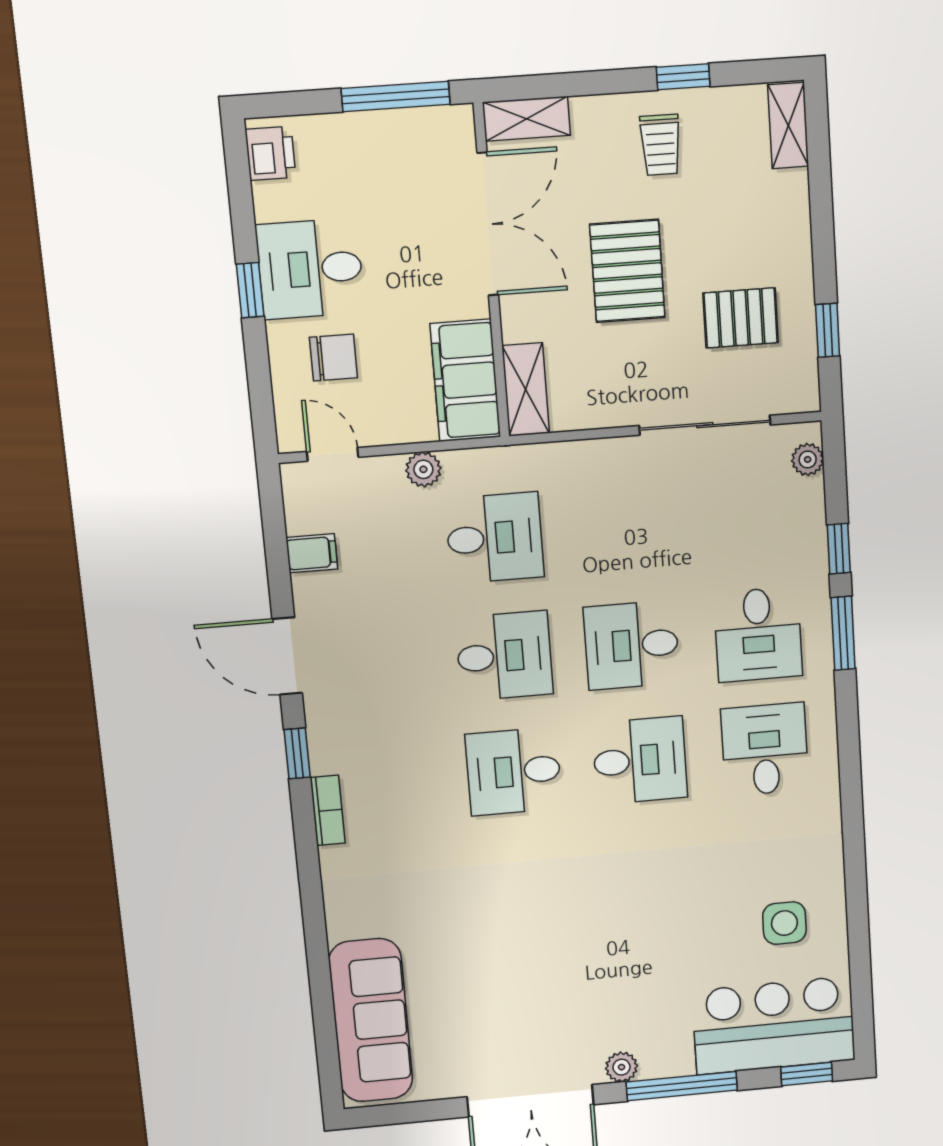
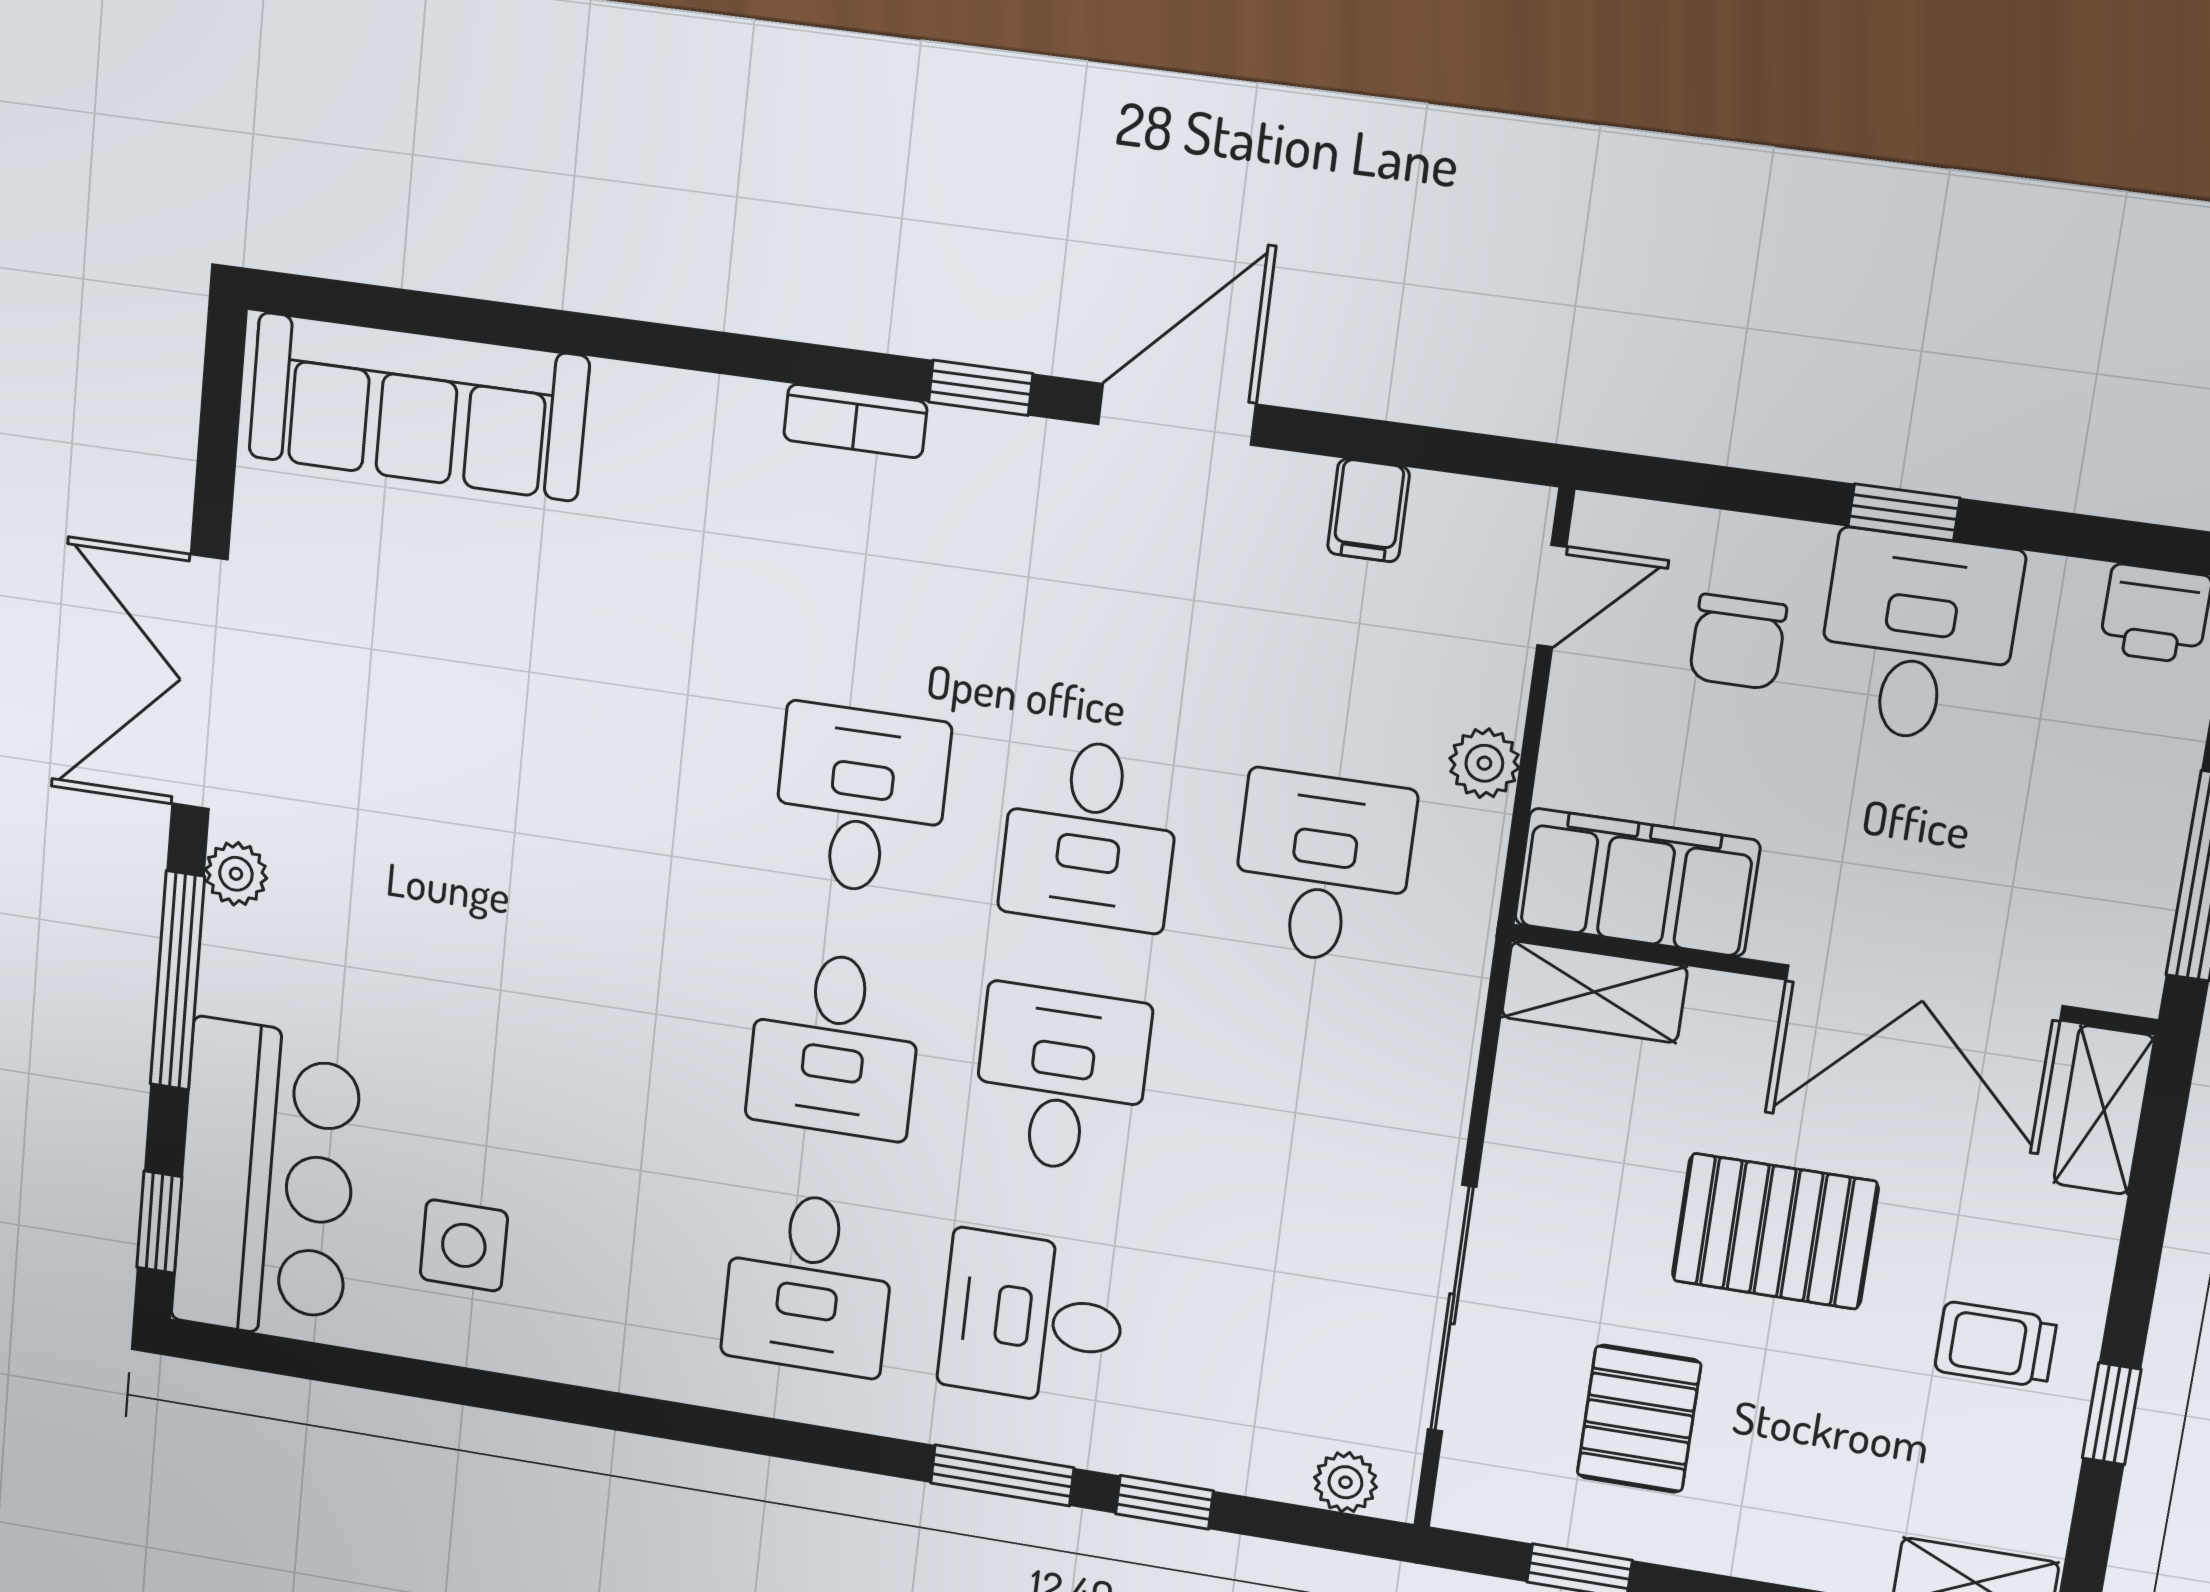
desk: (495, 538) -> (1323, 868), turned 180
desk: (765, 749) -> (809, 1283), turned 90

